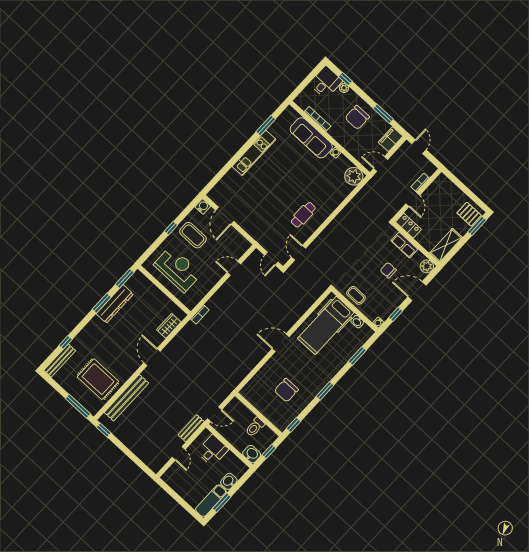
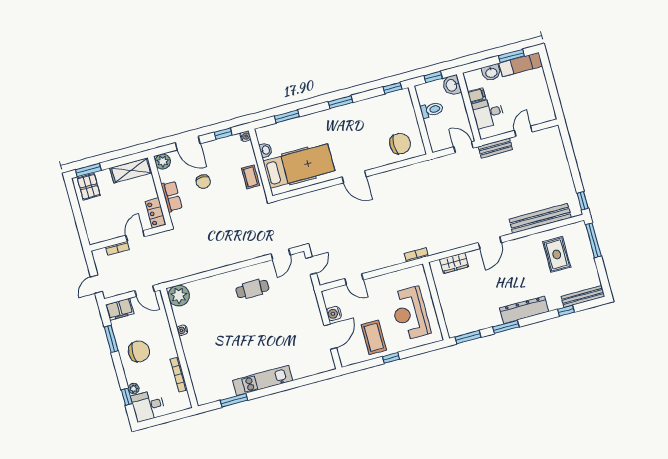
sofa: (311, 138) -> (197, 360), removed
water cooler: (203, 206) -> (334, 314), moved
dresser: (115, 304) -> (524, 310), moved
rug: (98, 379) -> (557, 254), width x0.73, depth x0.70
chair: (286, 390) -> (400, 144), moved
filing cabinet: (229, 458) -> (477, 95), added

